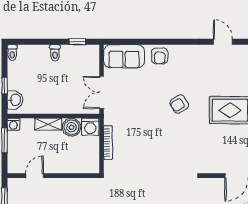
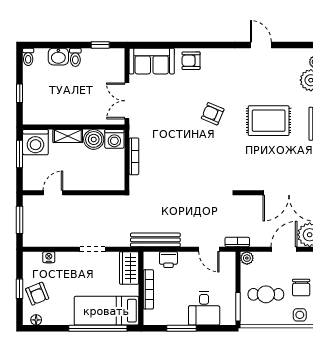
armchair: (160, 56) -> (191, 61), turned 90
washbasin: (15, 100) -> (58, 57), moved, turned 90
armchair: (179, 104) -> (213, 114), turned 52
washing machine: (13, 124) -> (35, 142), width x1.89, depth x1.89

